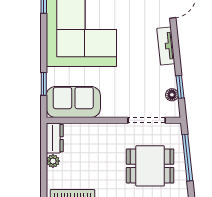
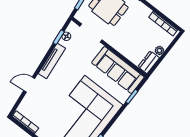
tv unit: (166, 46) -> (52, 61), width x1.41
sofa: (73, 102) -> (118, 70), width x1.36

